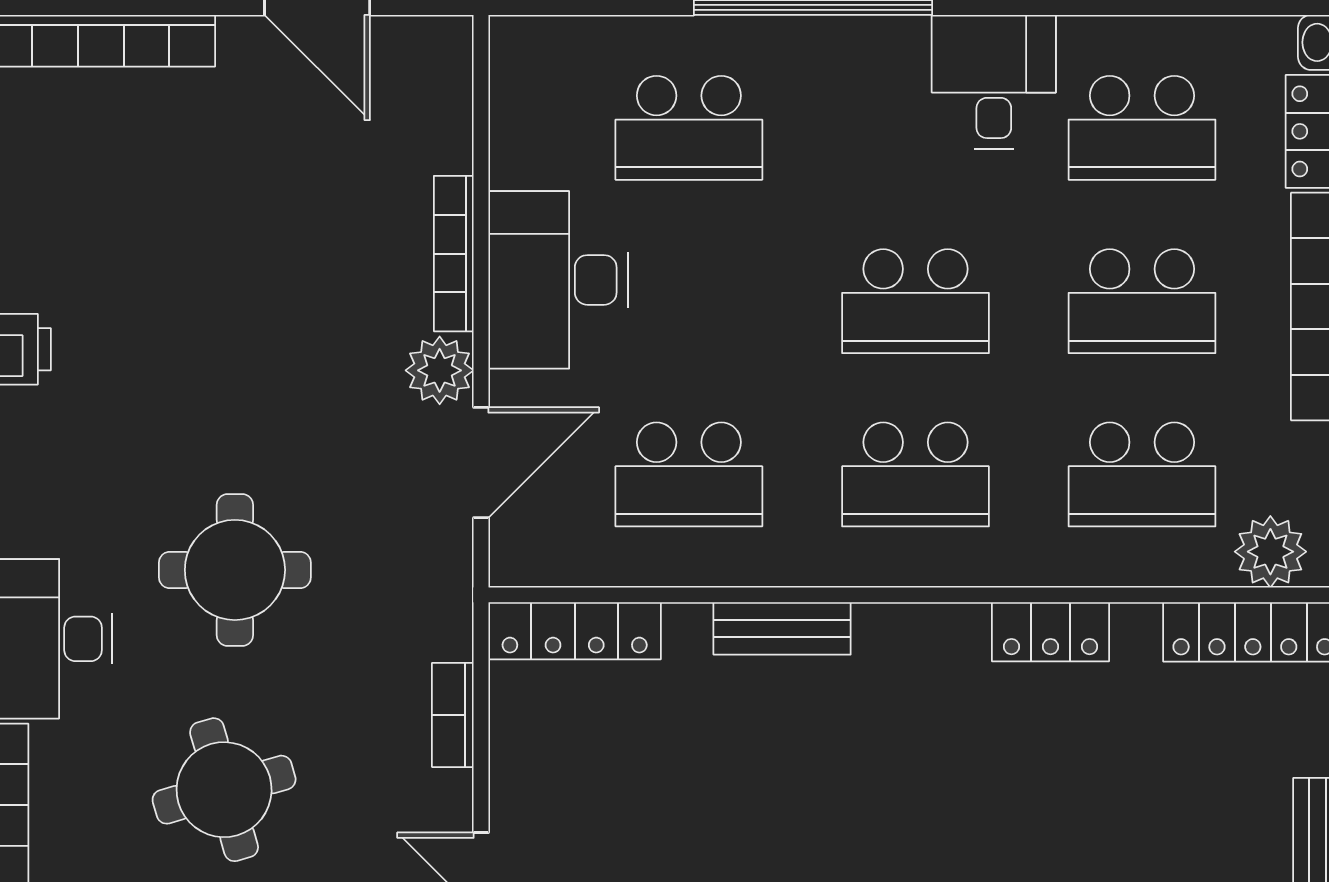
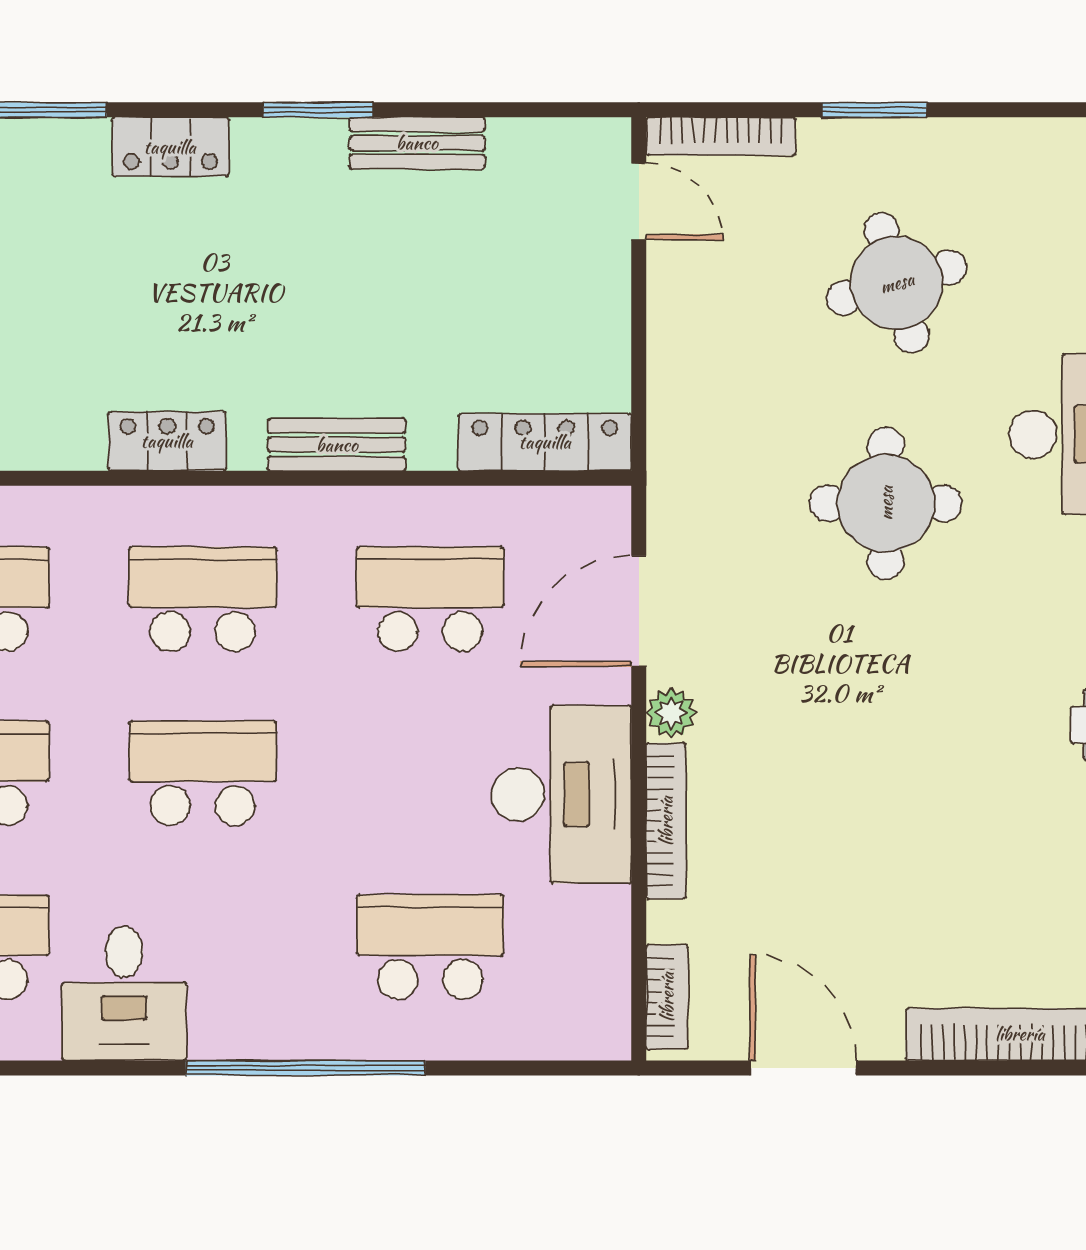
plant: (440, 370) -> (671, 713), width x0.73, depth x0.73
locker: (1051, 632) -> (167, 441), moved
bookcase: (453, 715) -> (667, 997), moved

